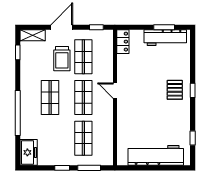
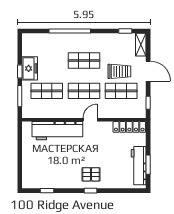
locker: (123, 42) -> (129, 127), width x1.53
trolley: (62, 59) -> (119, 71), turned 180
freezer: (29, 152) -> (30, 68), moved, turned -90
workbench: (156, 155) -> (57, 131), moved, turned 90

